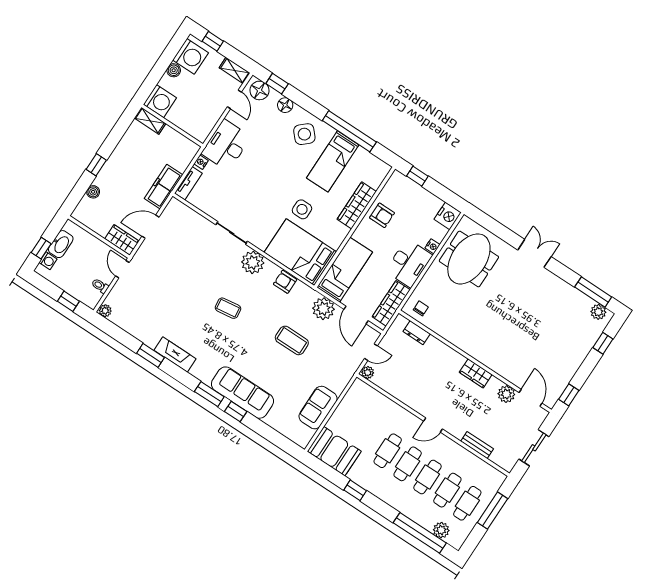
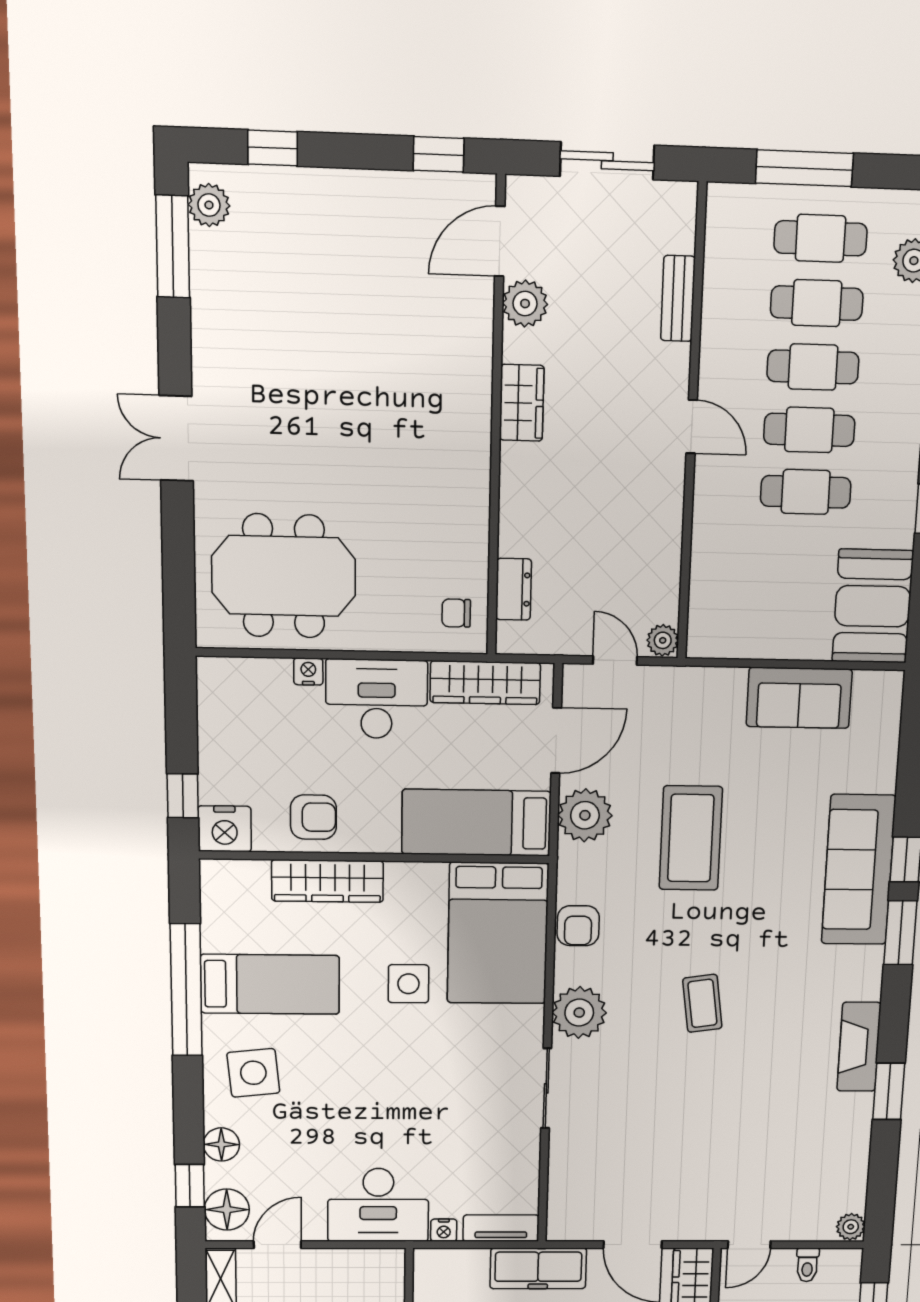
side table: (304, 134) -> (253, 1073), turned 36
armchair: (382, 215) -> (313, 817), turned 90
nightstand: (448, 216) -> (225, 829), moved, turned 180
coffee table: (292, 340) -> (691, 838), width x1.36, depth x1.32

